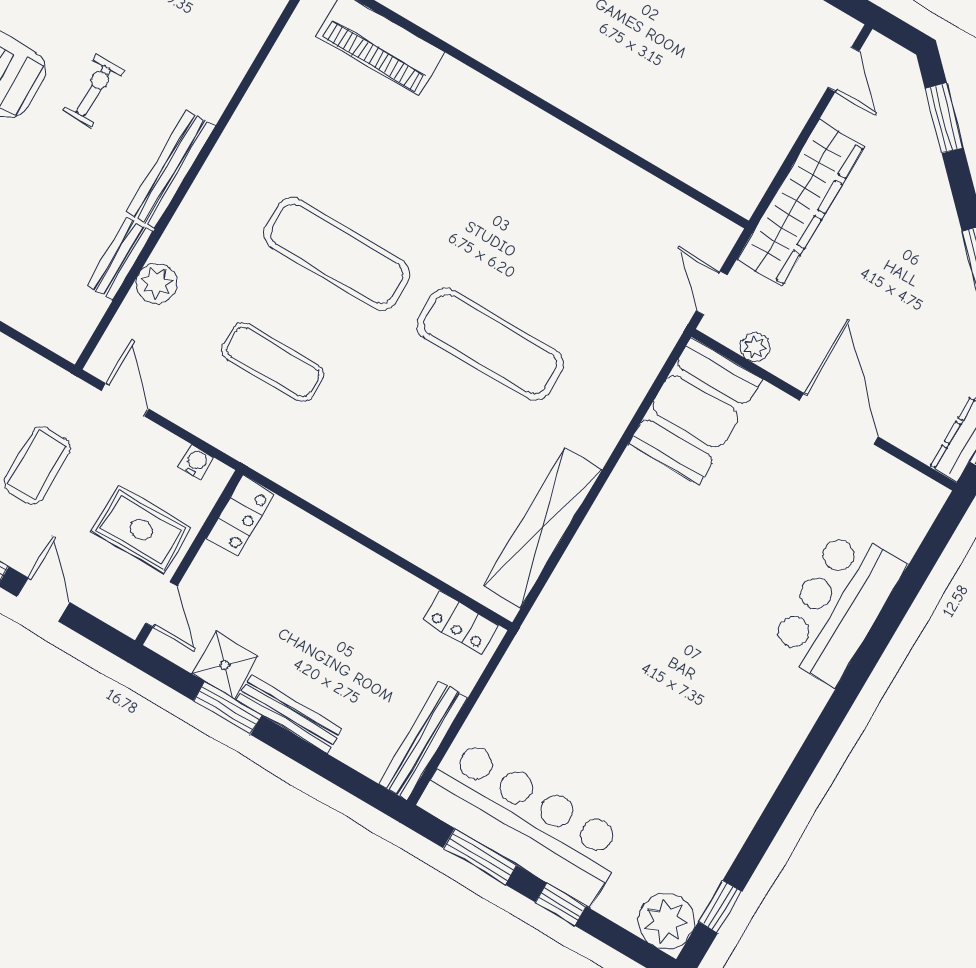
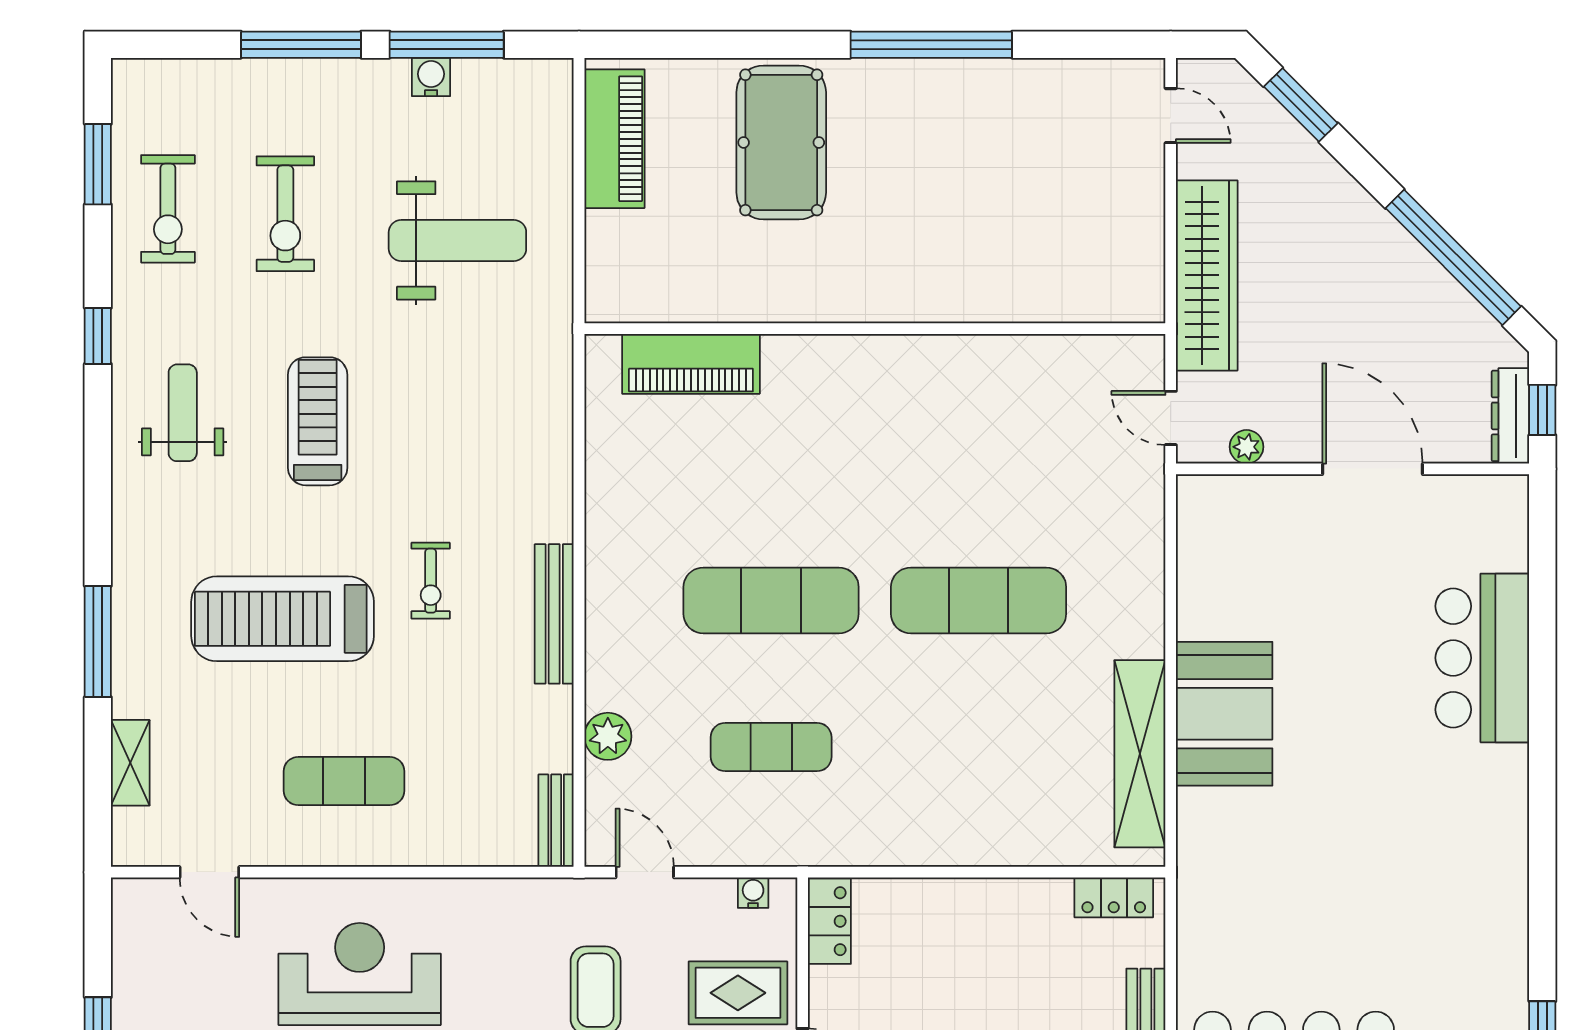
exercise bike: (94, 91) -> (431, 581), turned 180
bench: (120, 258) -> (556, 821), moved
booth: (695, 411) -> (1224, 714), moved

